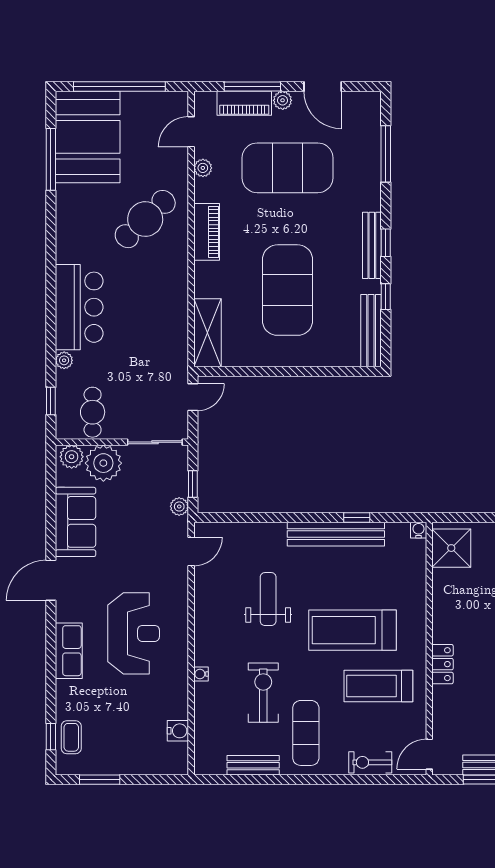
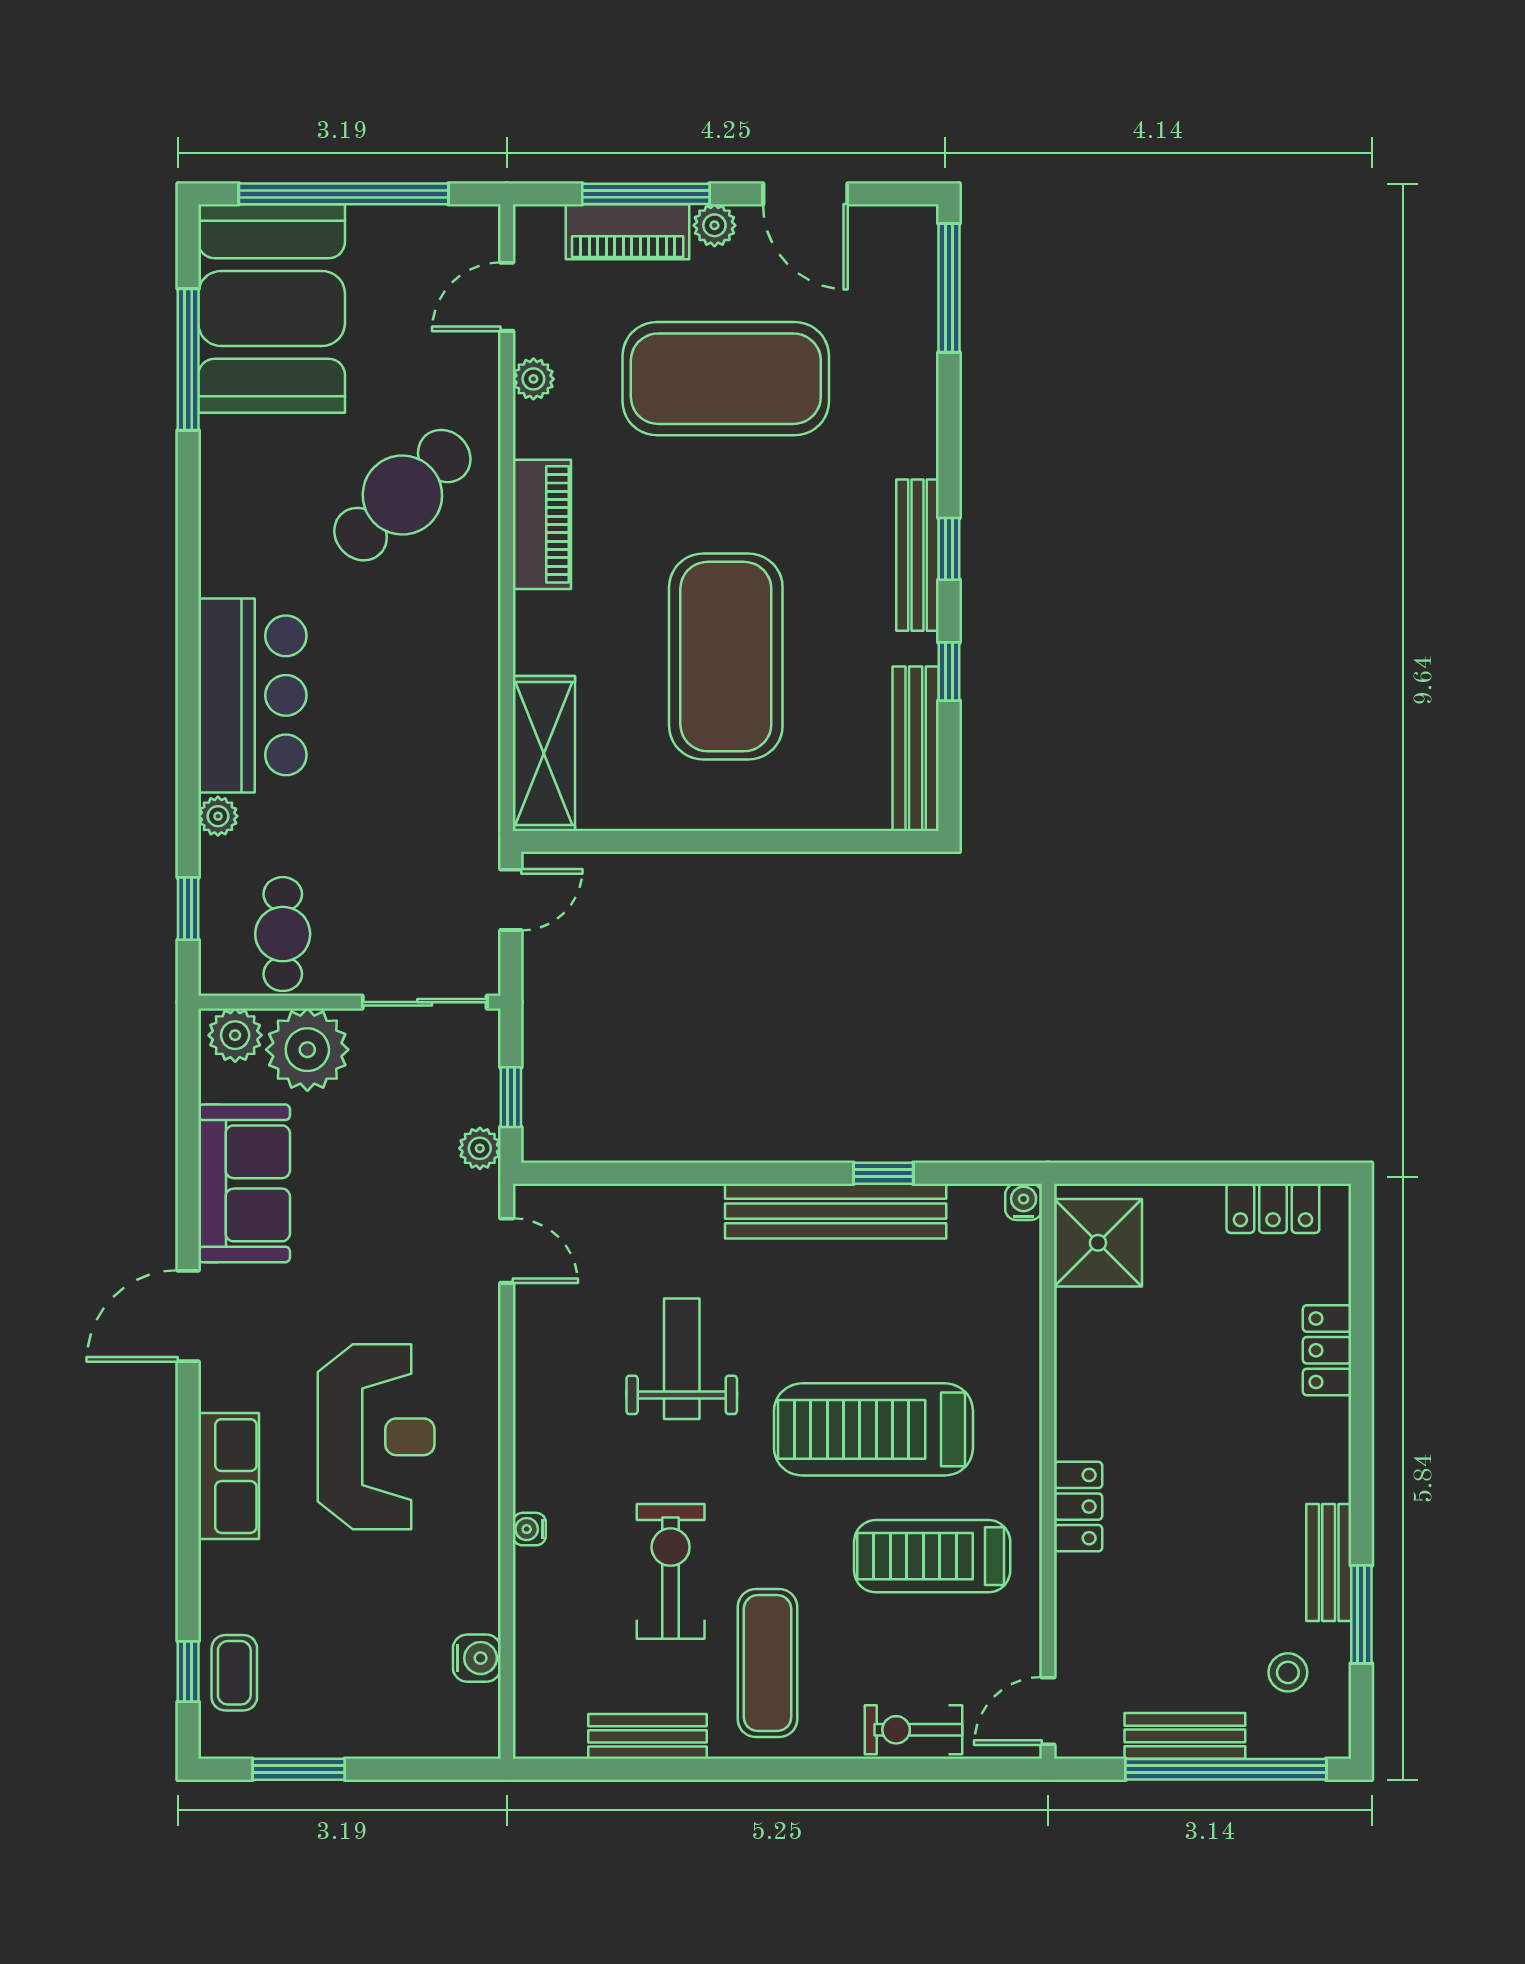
window: (386, 154) -> (949, 288), moved
door: (191, 551) -> (507, 1251), hinge flipped

